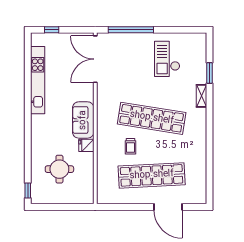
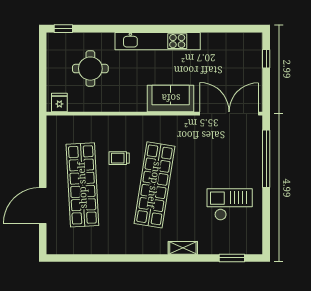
window: (210, 73) -> (232, 258), moved
kitchen unit: (38, 80) -> (158, 41), moved
sofa: (83, 120) -> (171, 98), moved
fridge: (86, 145) -> (59, 102), moved

